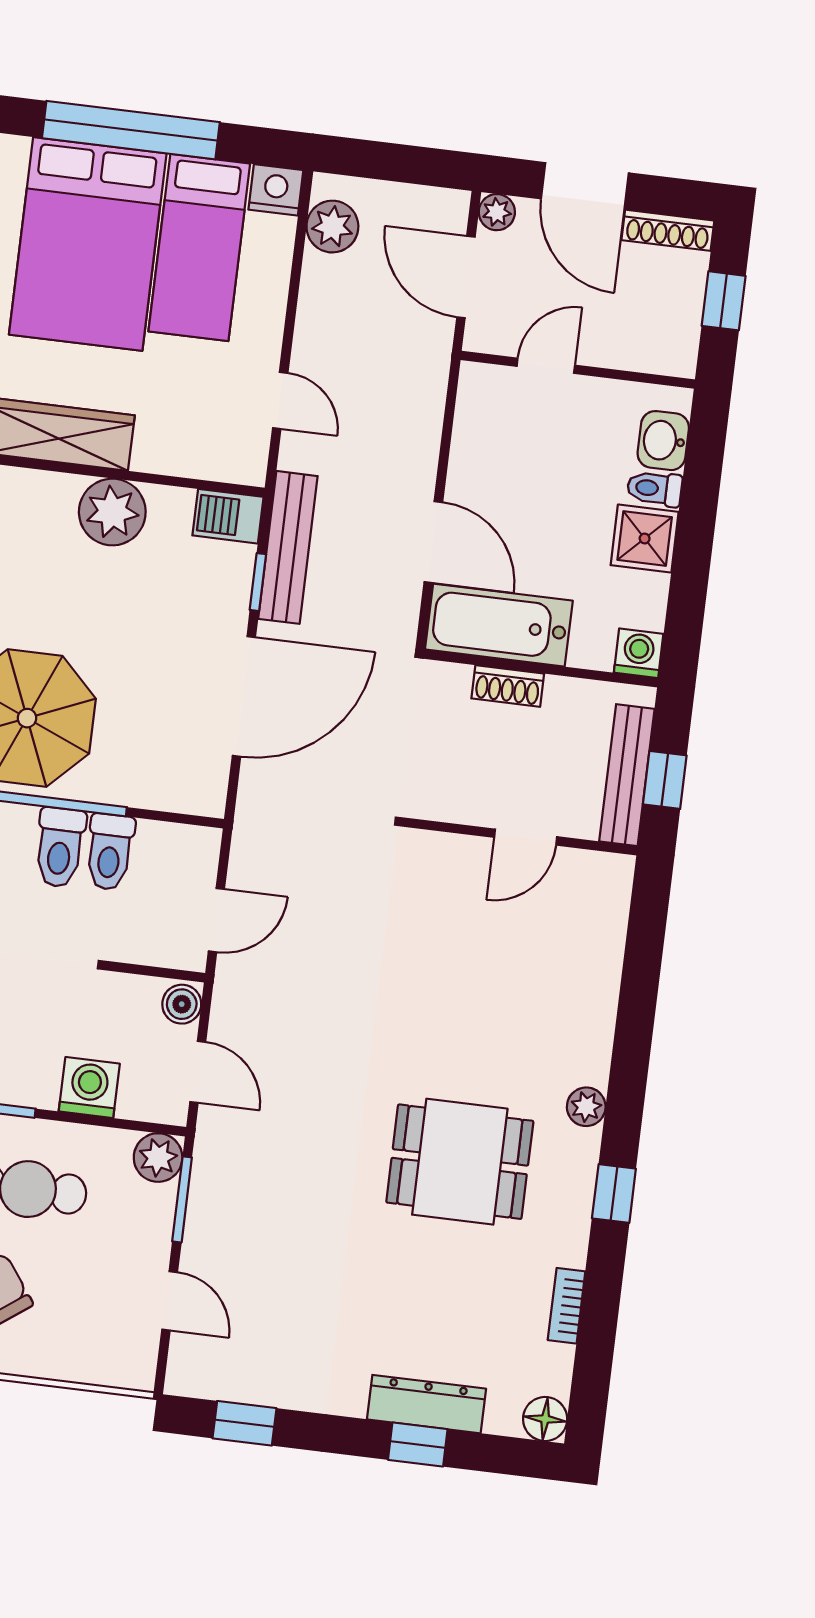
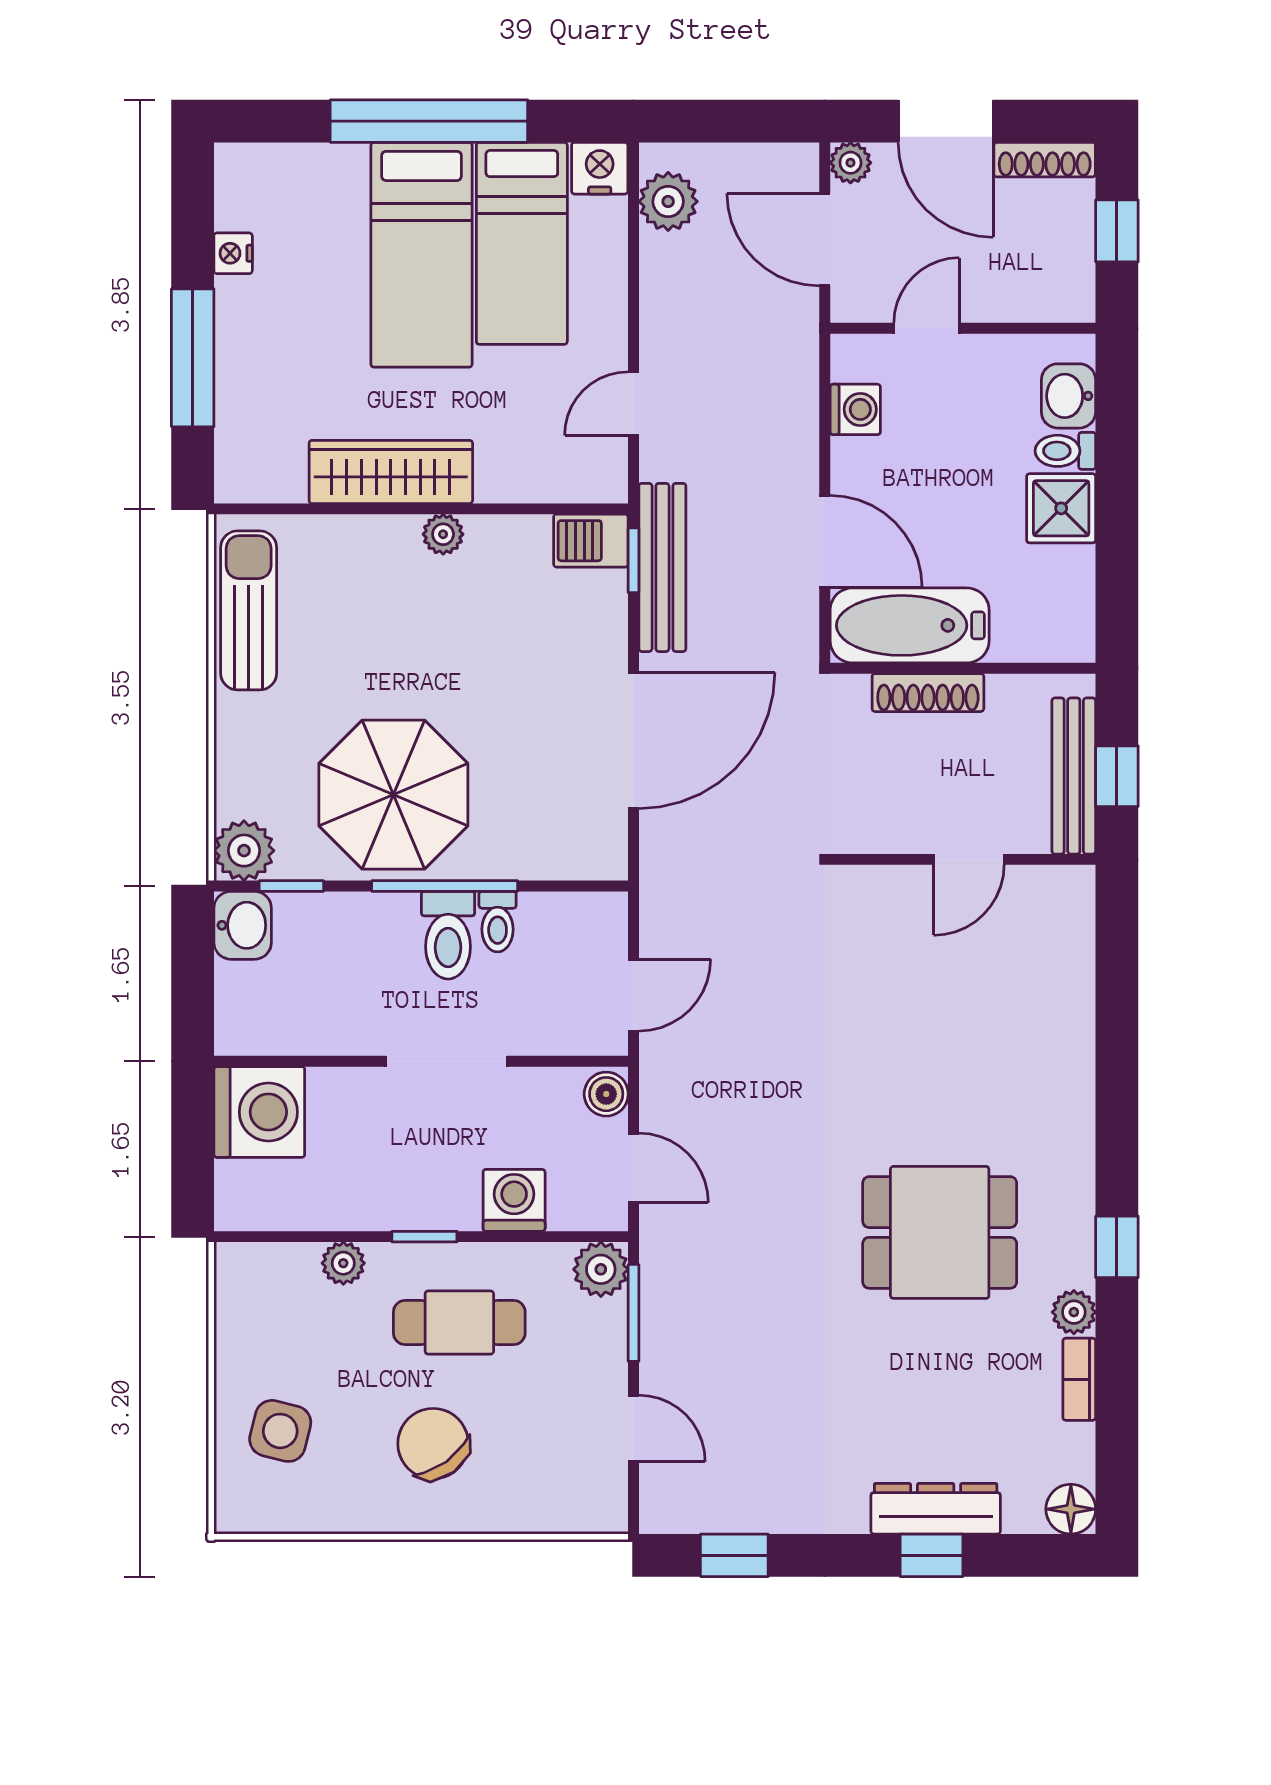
bed: (88, 244) -> (421, 255), width x0.67
door: (280, 400) -> (634, 404), swing flipped
plant: (112, 512) -> (443, 534), width x0.53, depth x0.53
window: (258, 582) -> (634, 560), moved
washing machine: (639, 653) -> (855, 409), moved, turned 90
shoe rack: (508, 686) -> (928, 693), width x1.43
toilet: (110, 852) -> (498, 922), width x0.73, depth x0.72
plant: (586, 1107) -> (1074, 1312), moved

